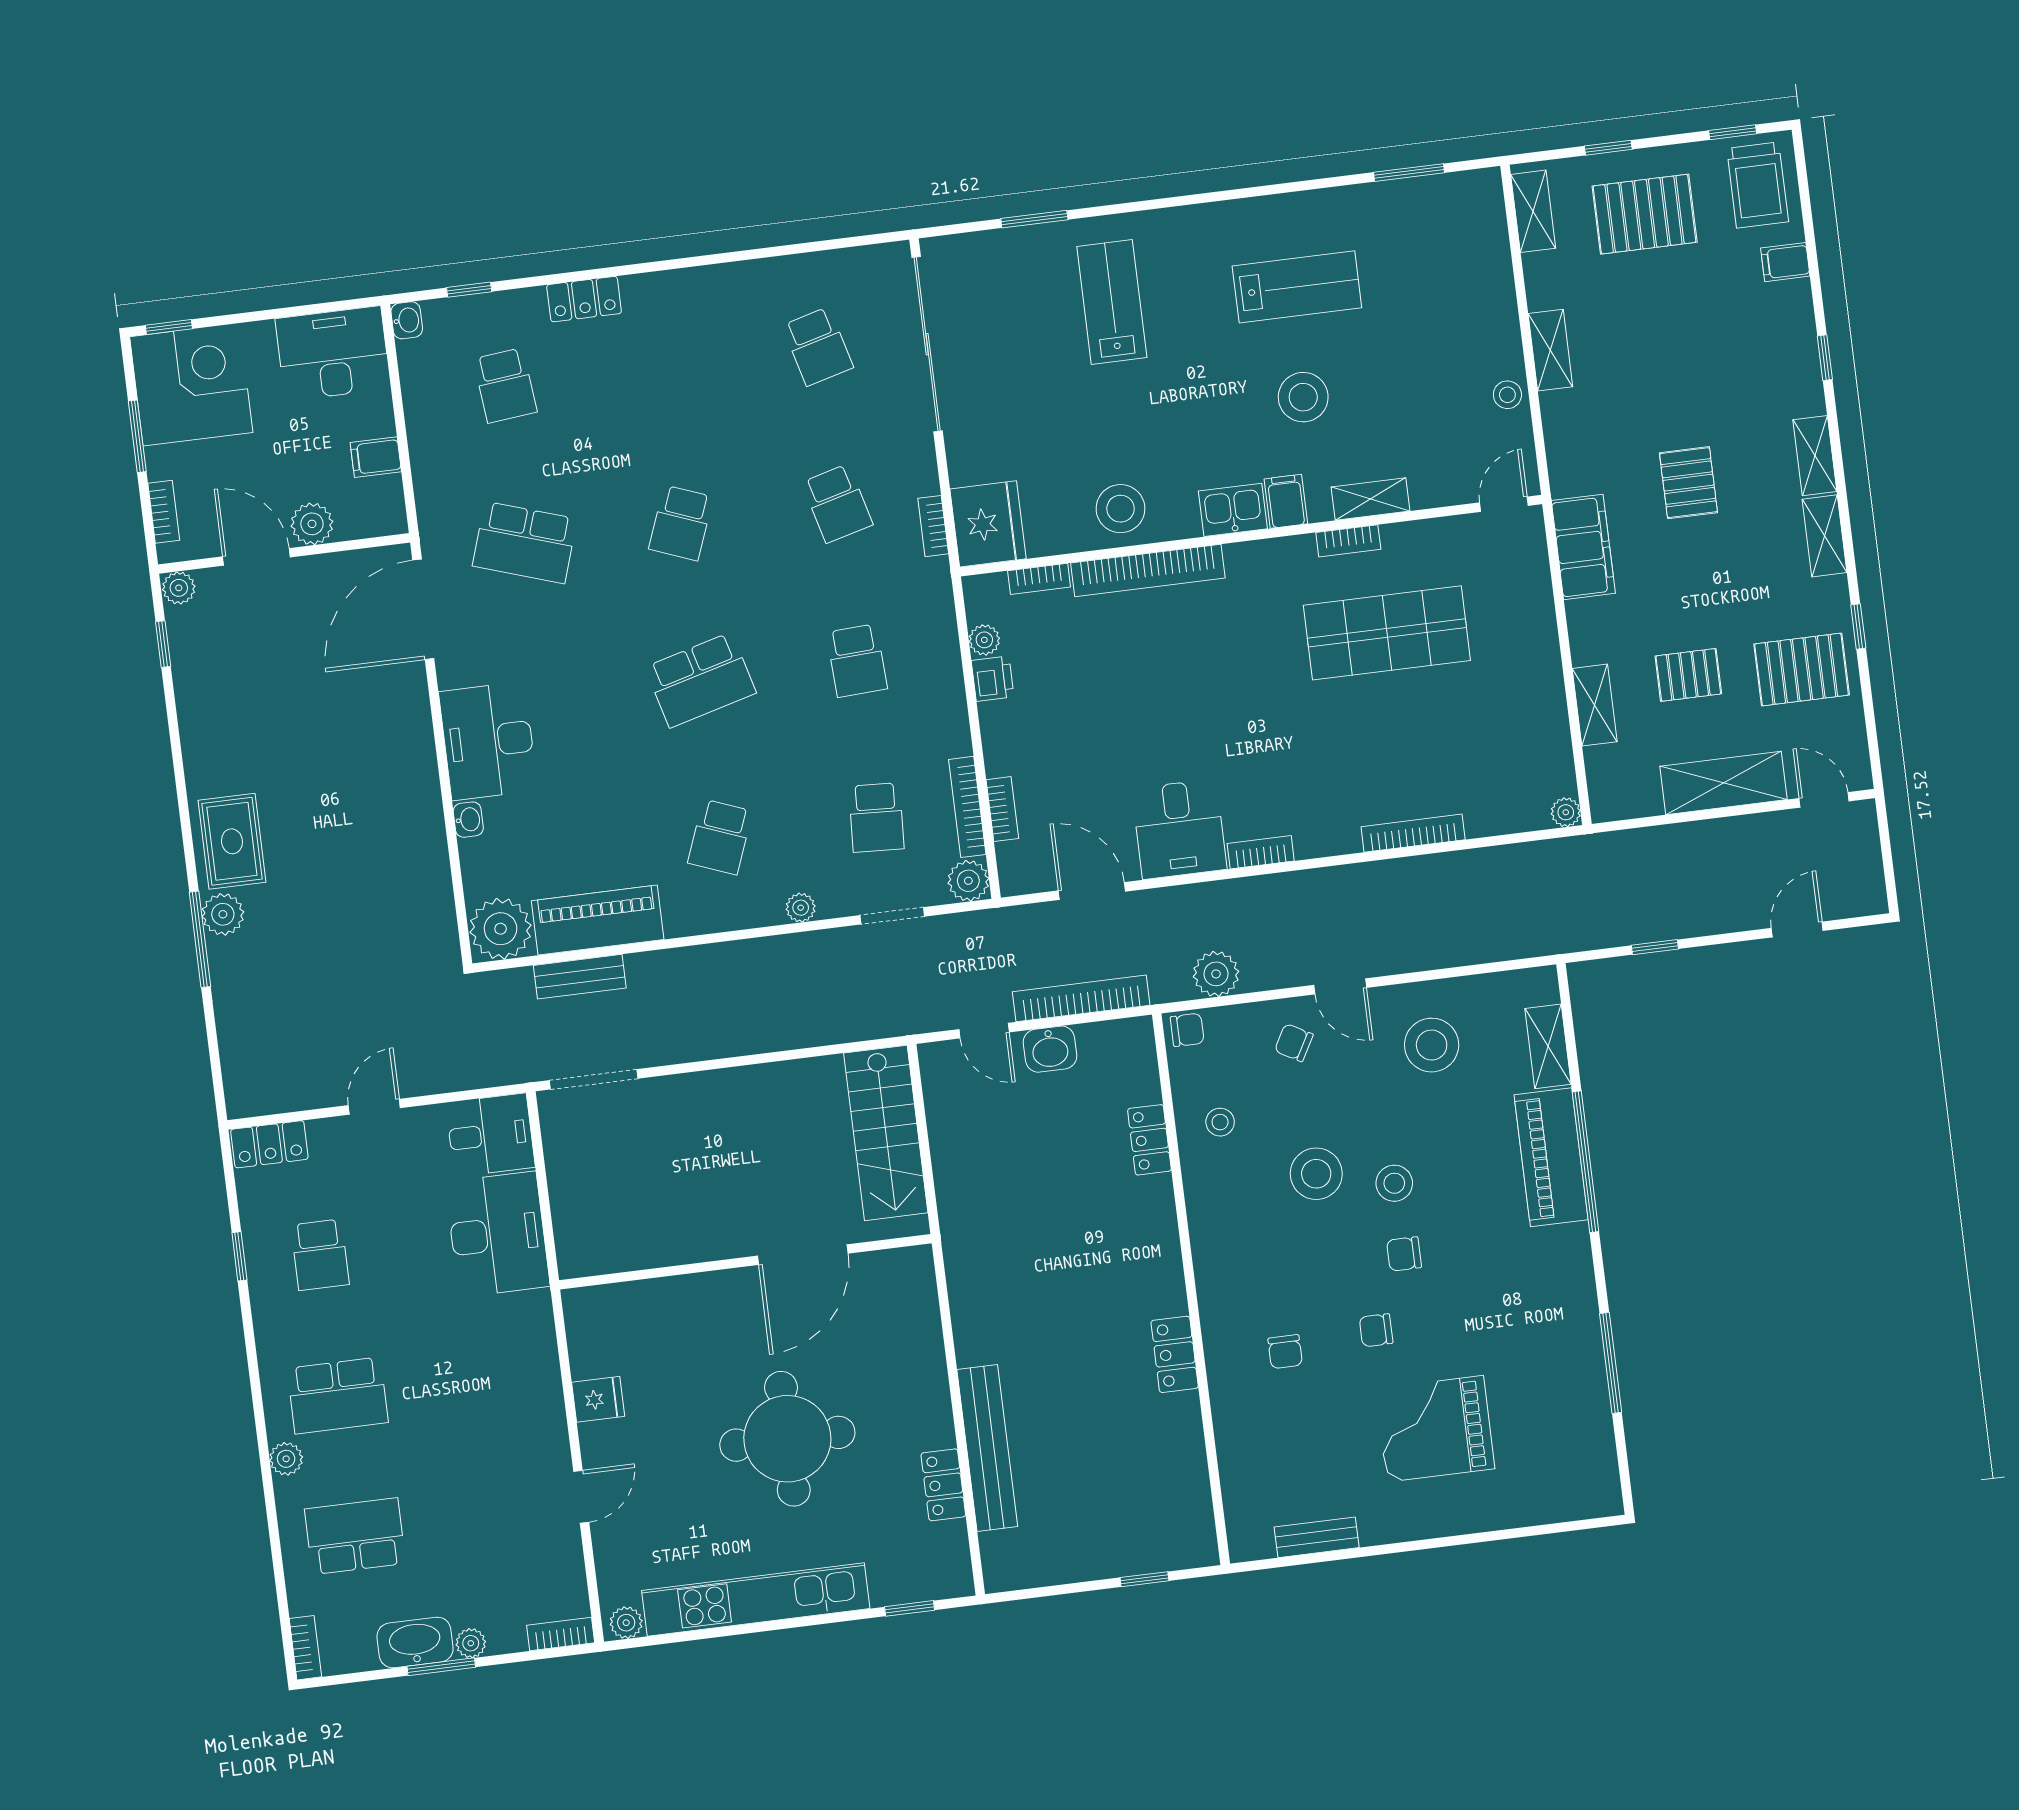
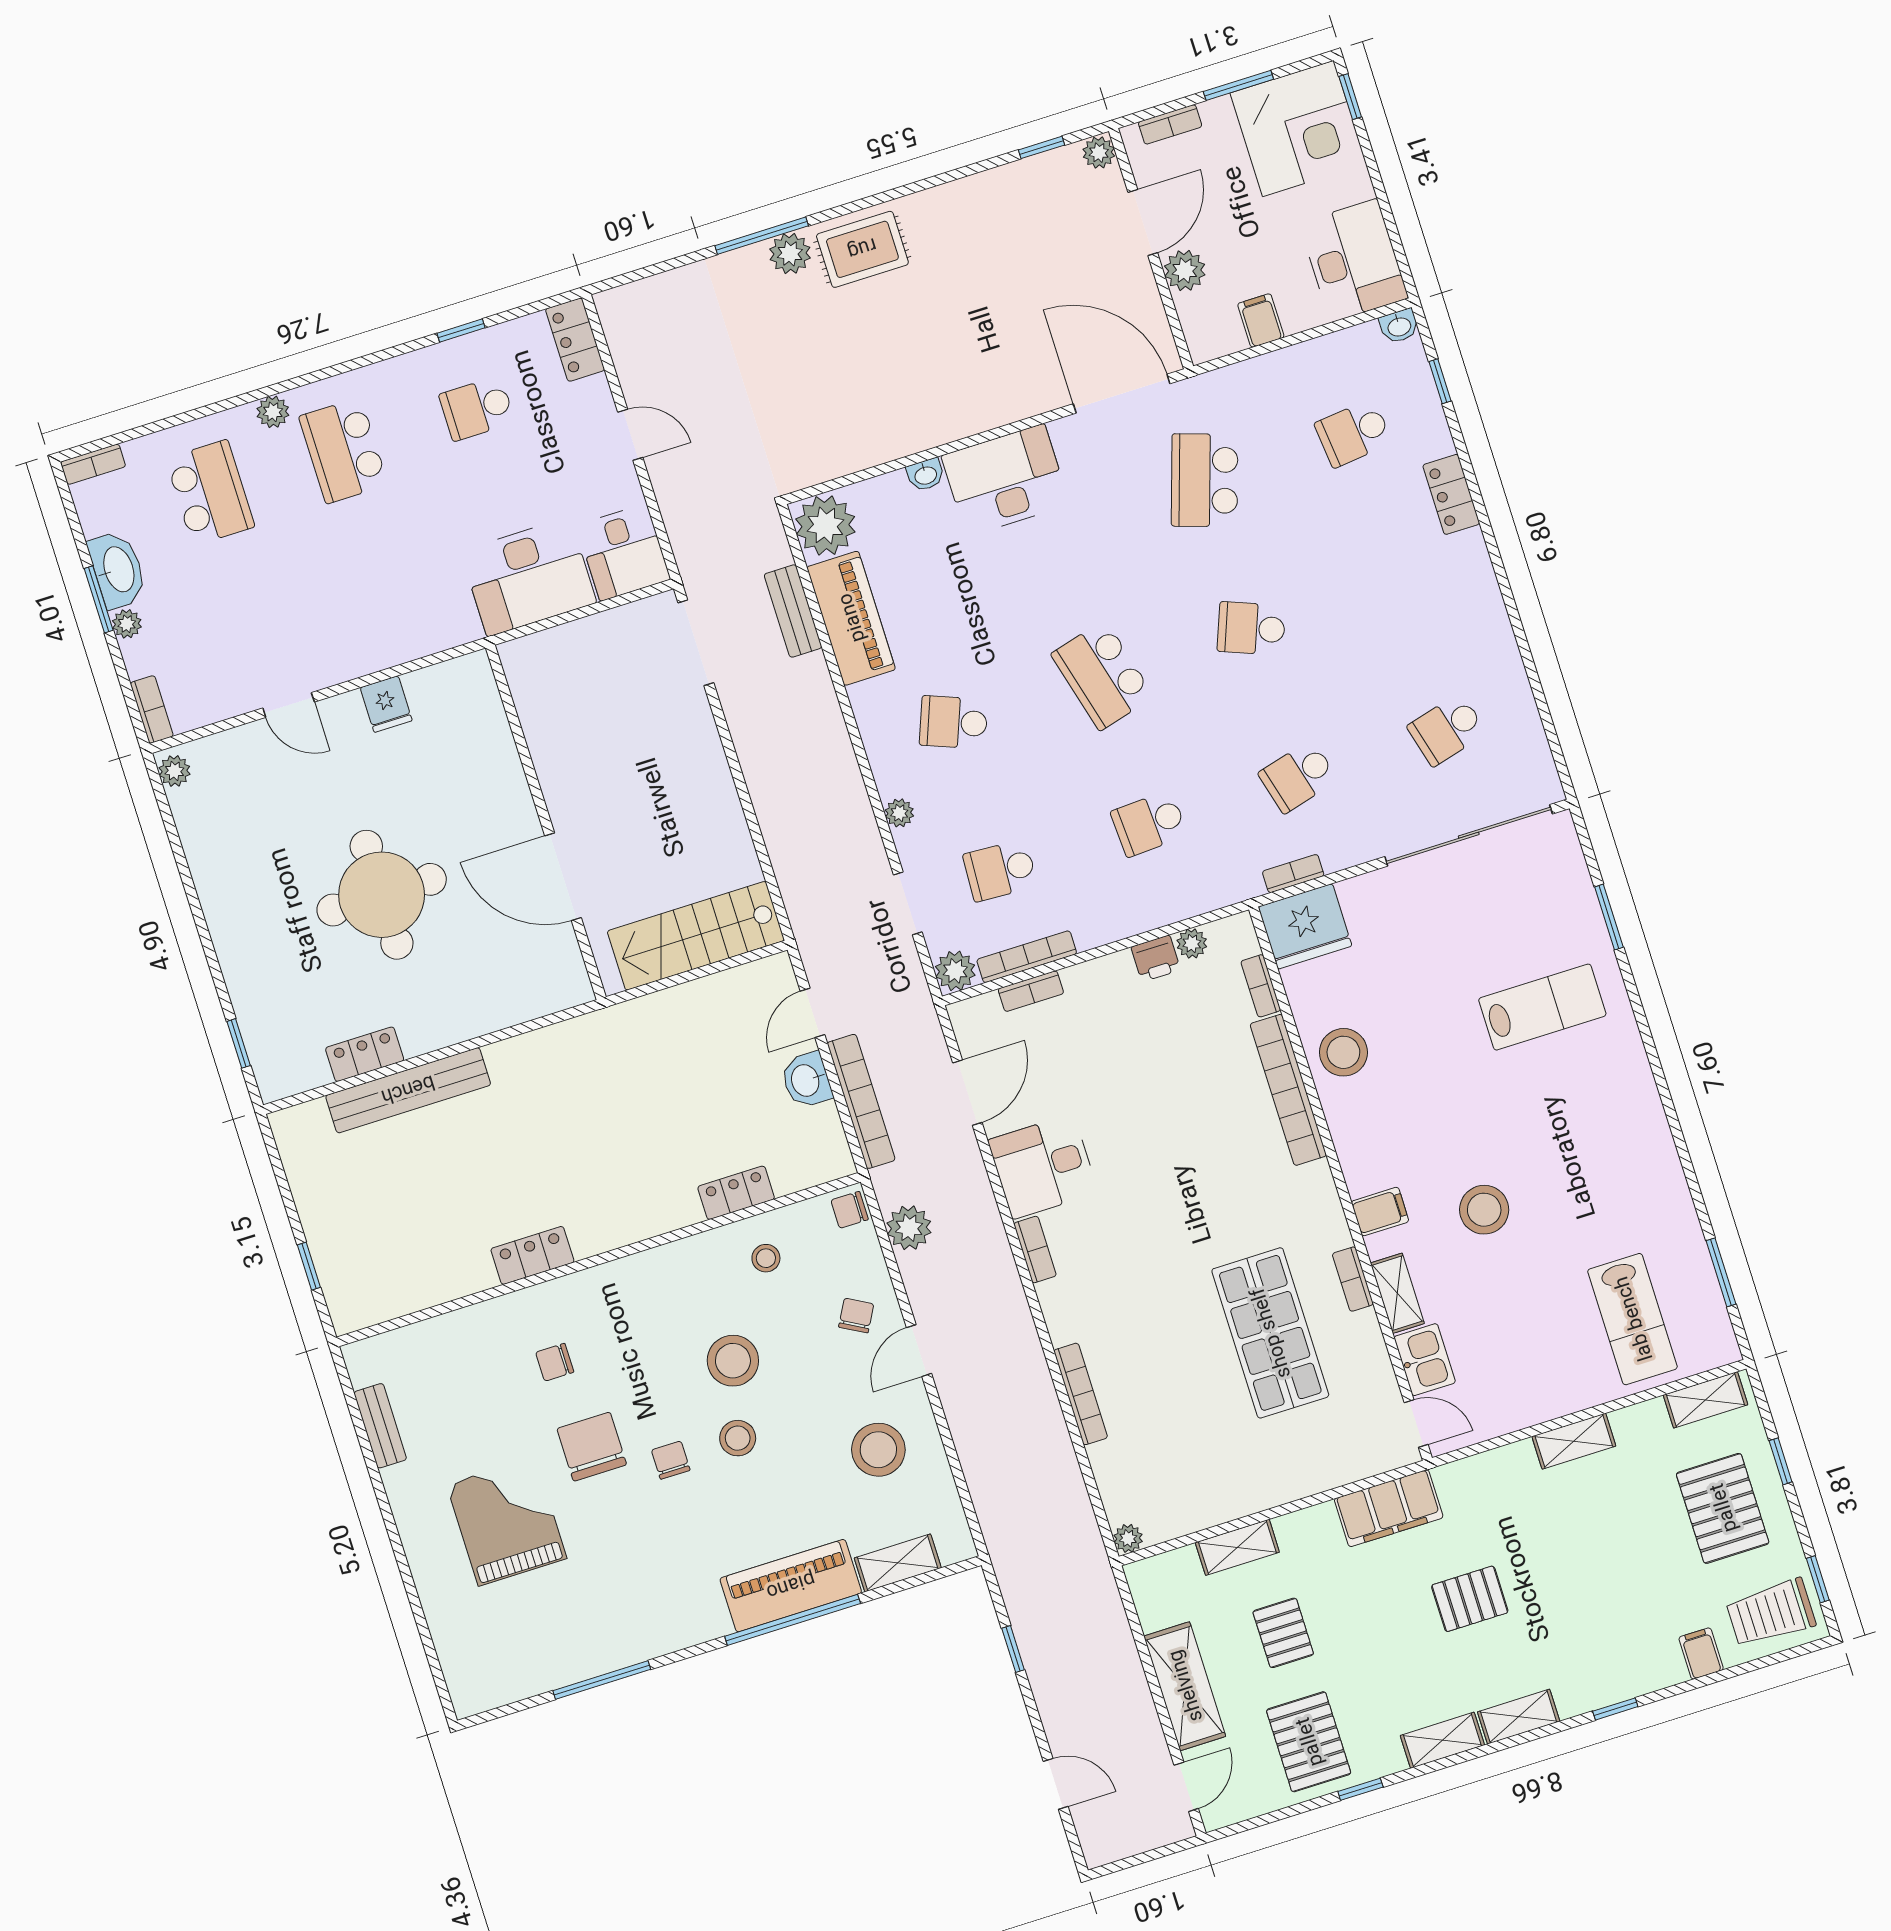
lab bench: (1297, 287) -> (1633, 1319), moved
stool: (1507, 395) -> (1523, 1407), removed
kitchen sink: (1233, 510) -> (1425, 1360), moved
chair: (1187, 1030) -> (850, 1210), turned 90
chair: (1376, 1330) -> (592, 1447), width x1.87, depth x1.87
kitchen unit: (756, 1599) -> (220, 893), removed

